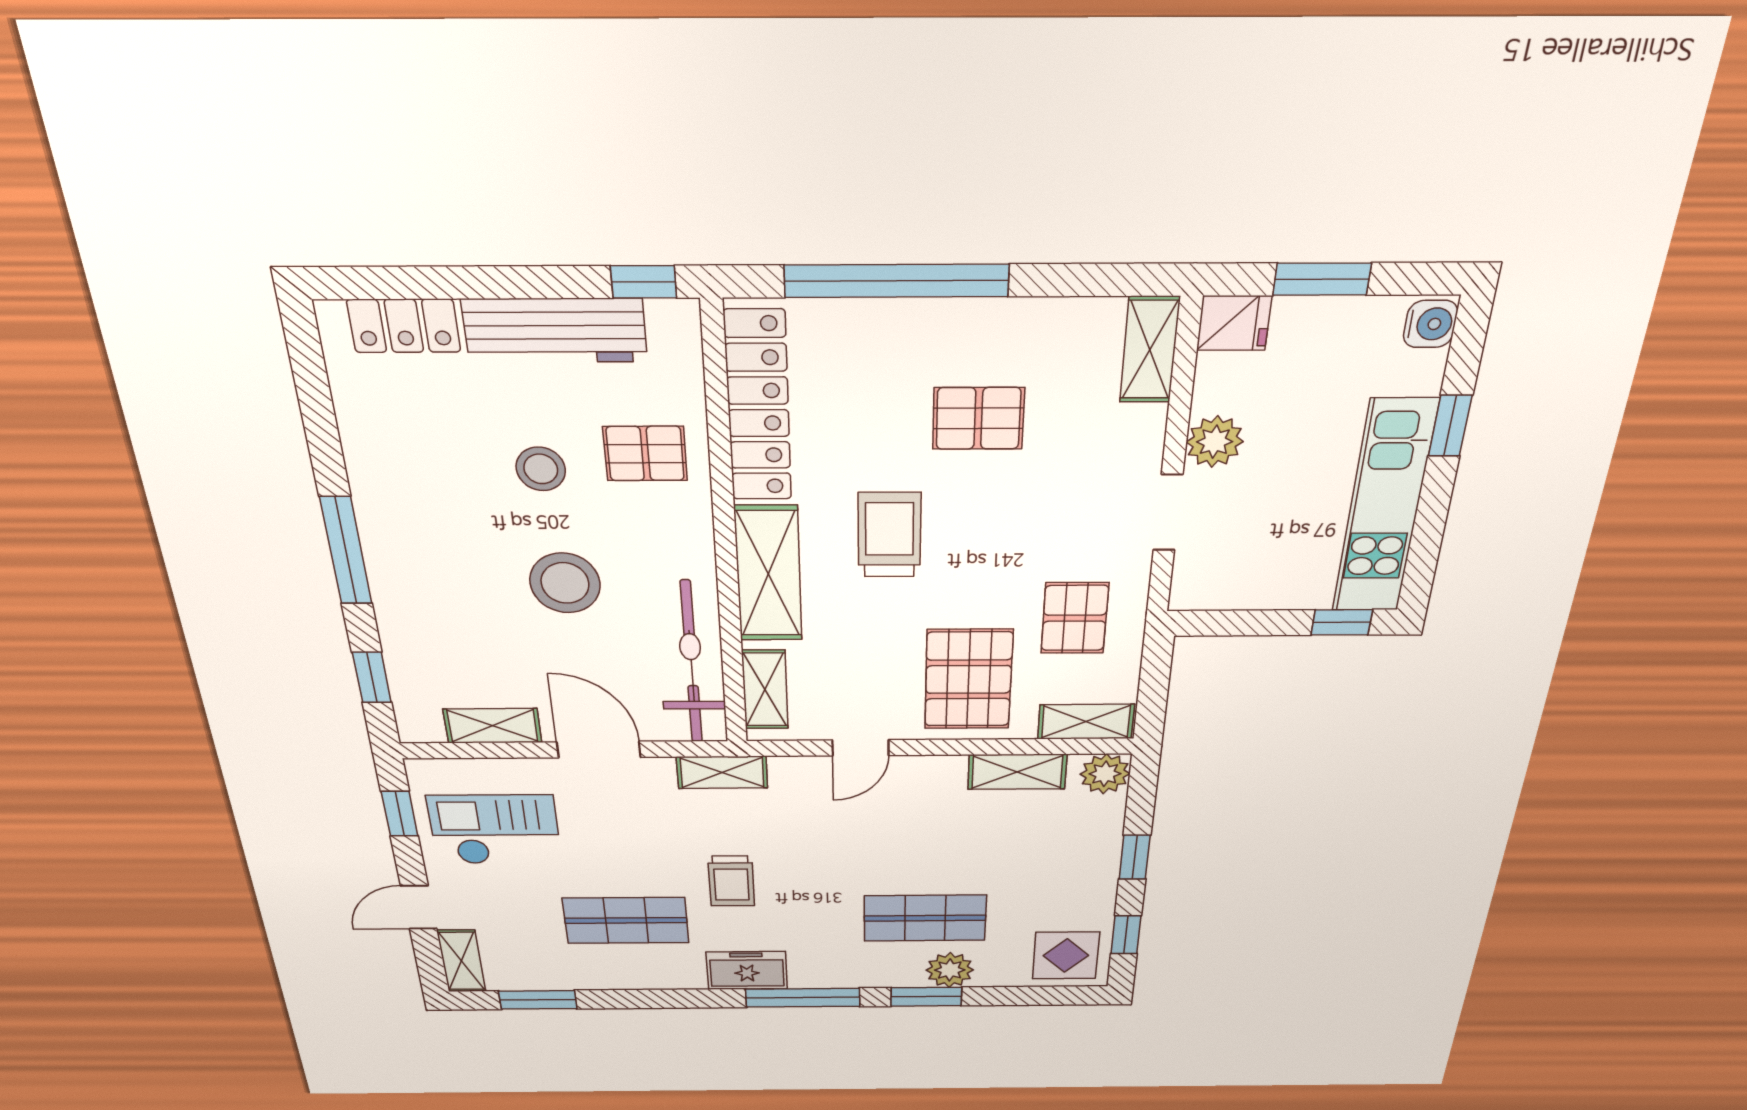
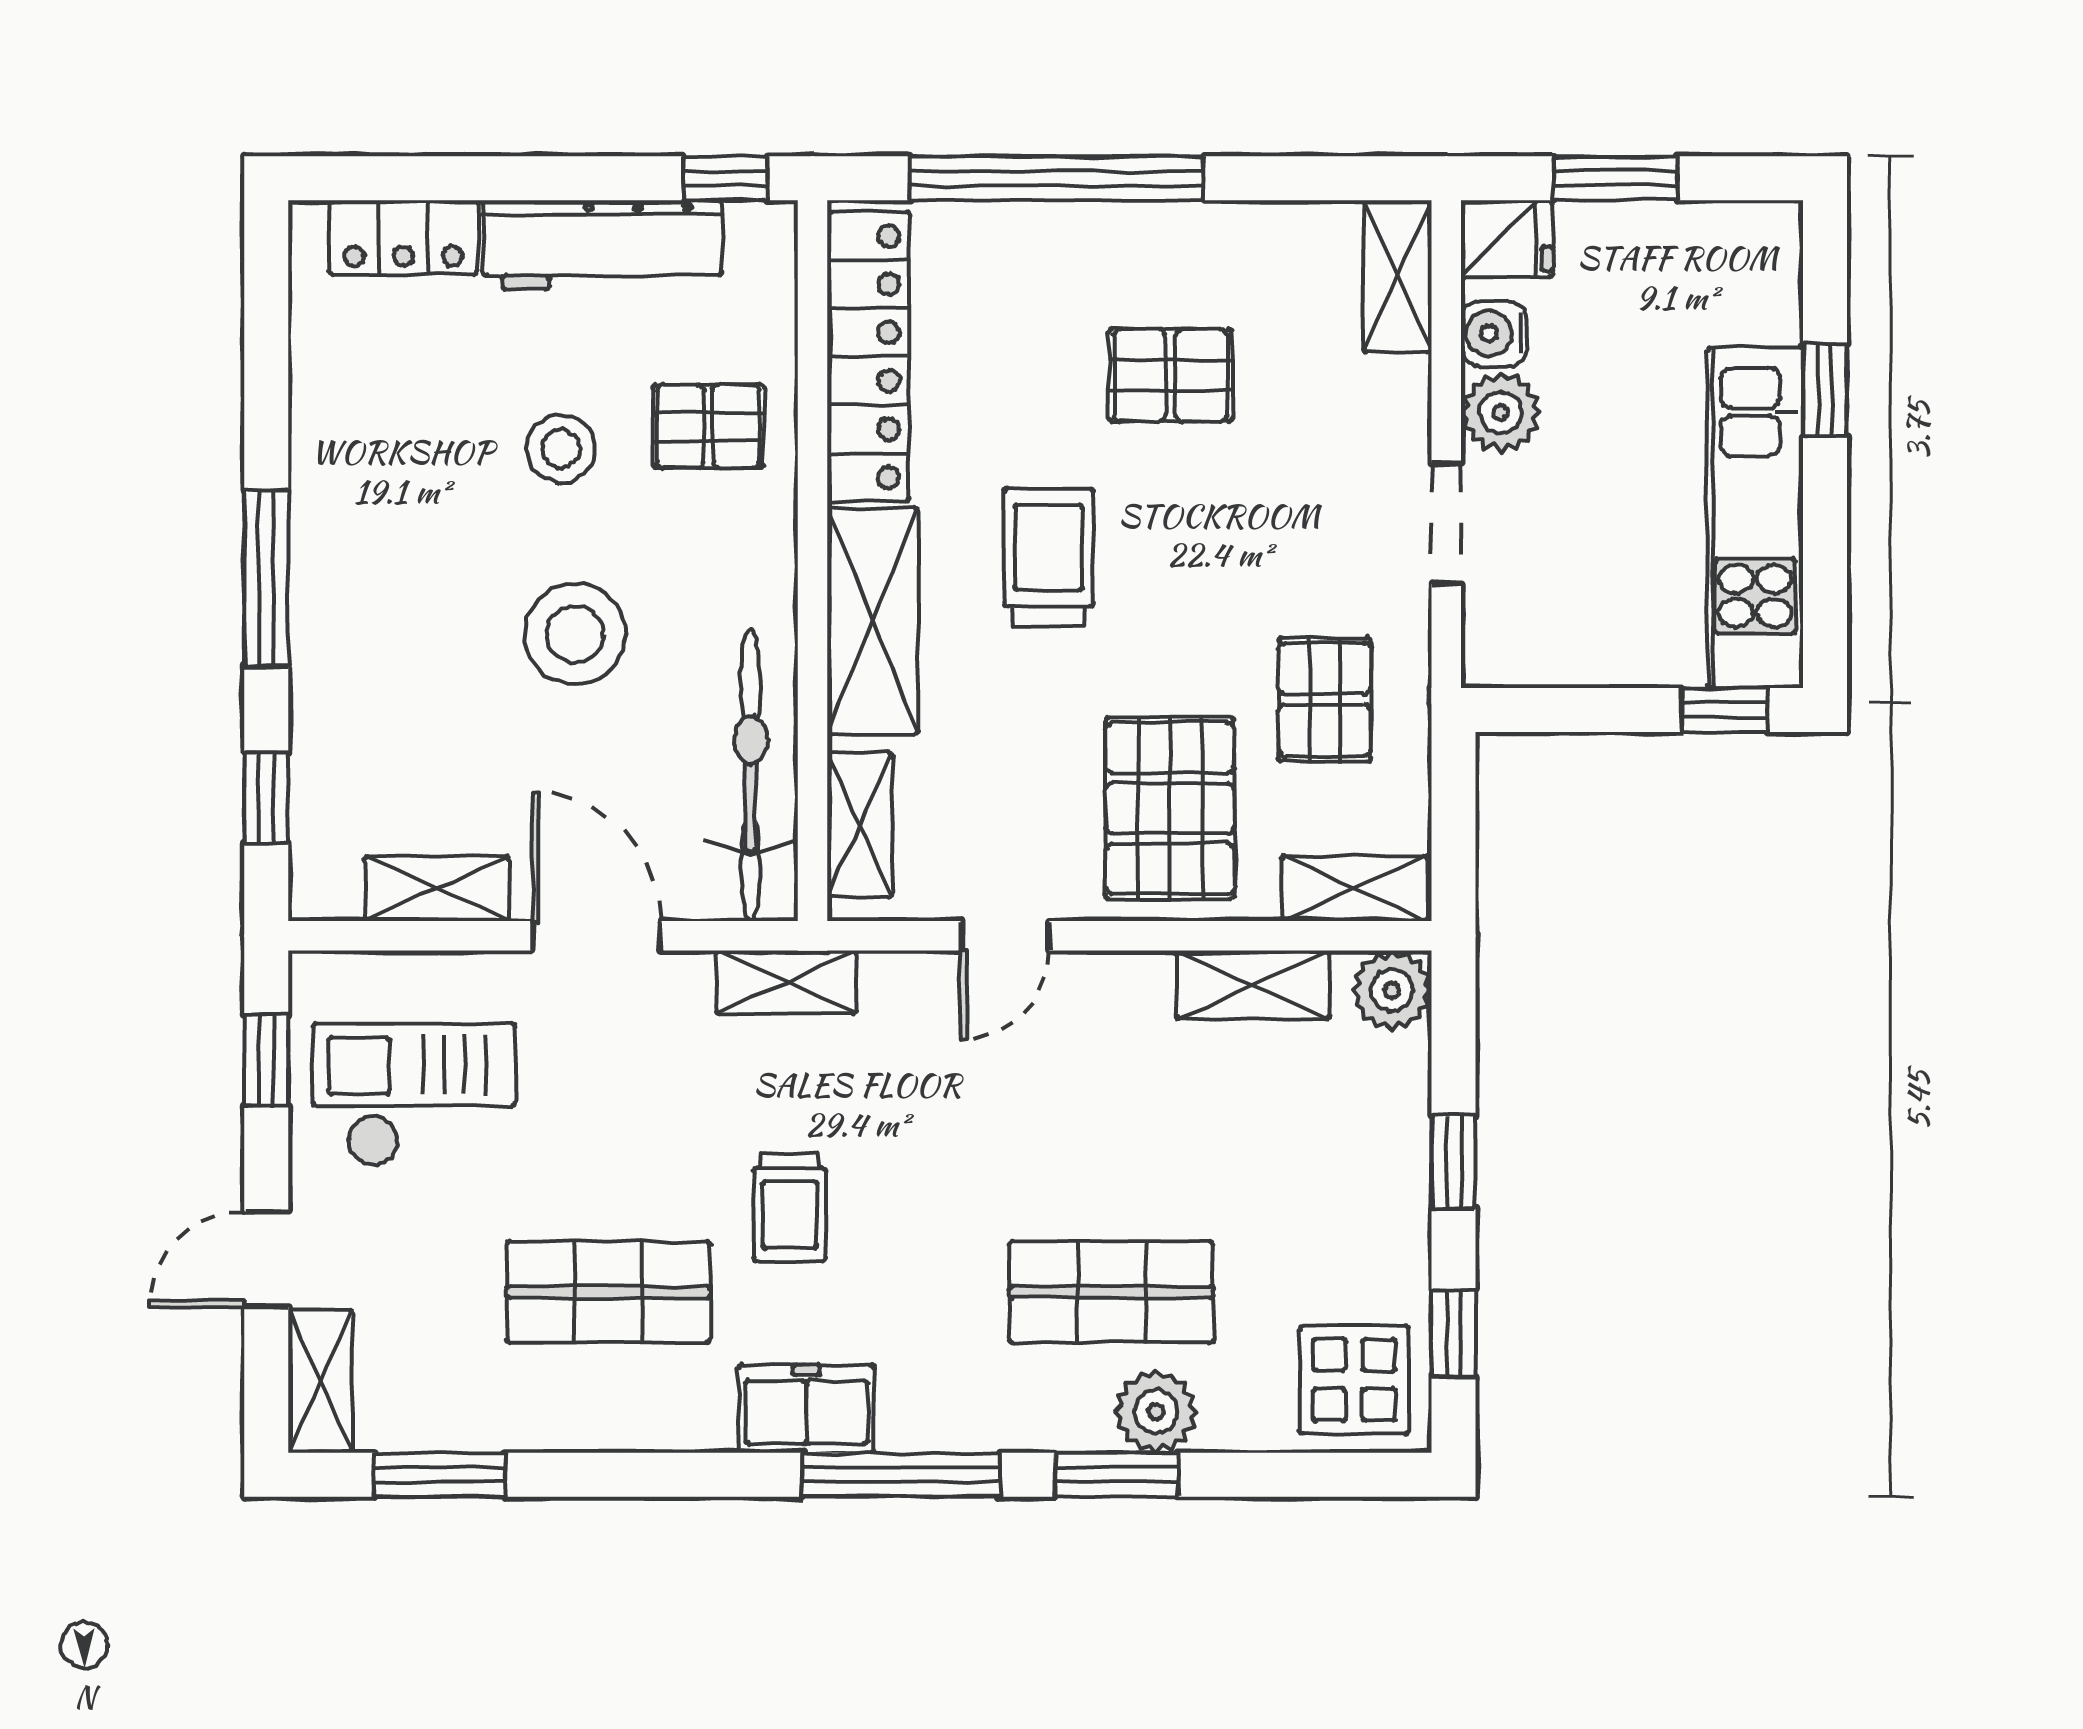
water cooler: (1430, 324) -> (1494, 333), moved, turned 180

